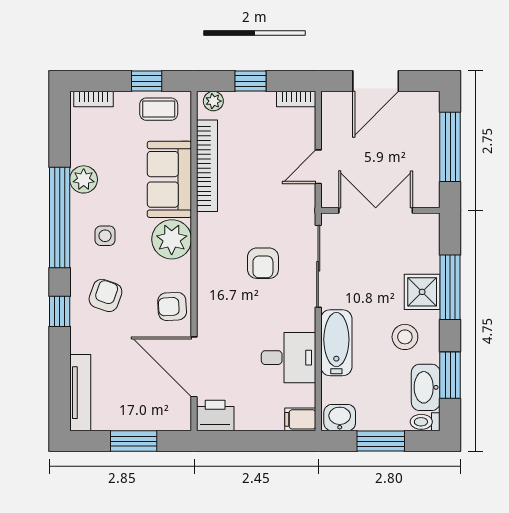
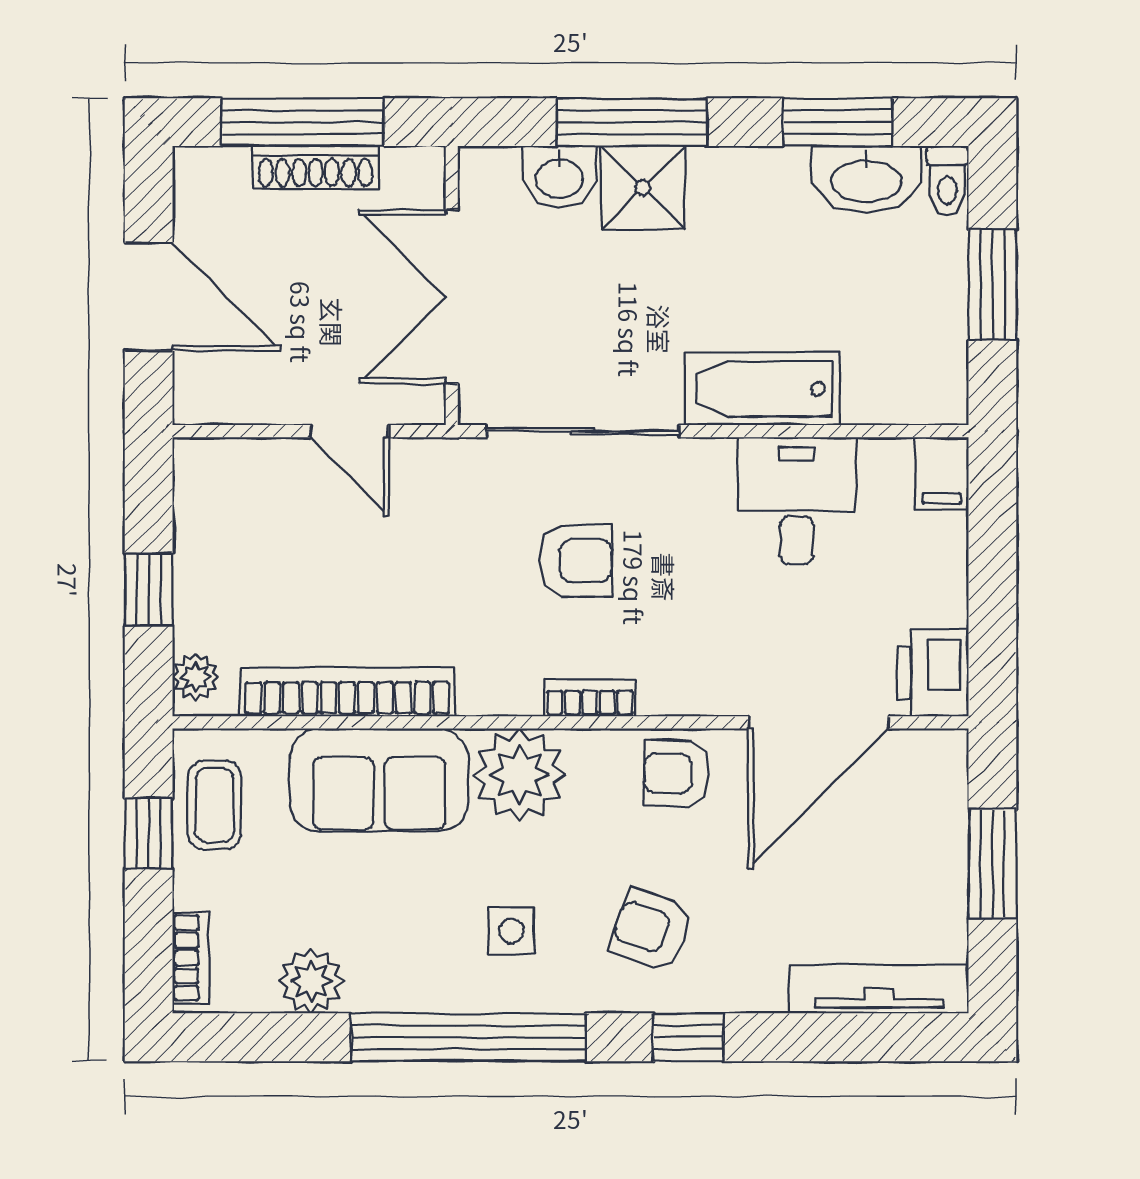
bookcase: (296, 99) -> (590, 698), moved, turned -90
shoe rack: (431, 152) -> (316, 167), added
plant: (84, 179) -> (311, 981), moved
armchair: (172, 306) -> (677, 774), turned 95
stool: (405, 337) -> (748, 228), removed
washbasin: (340, 418) -> (559, 177), moved, turned -90

